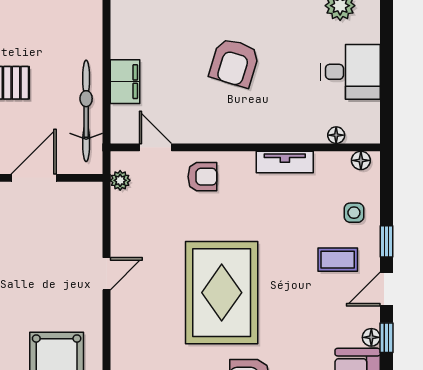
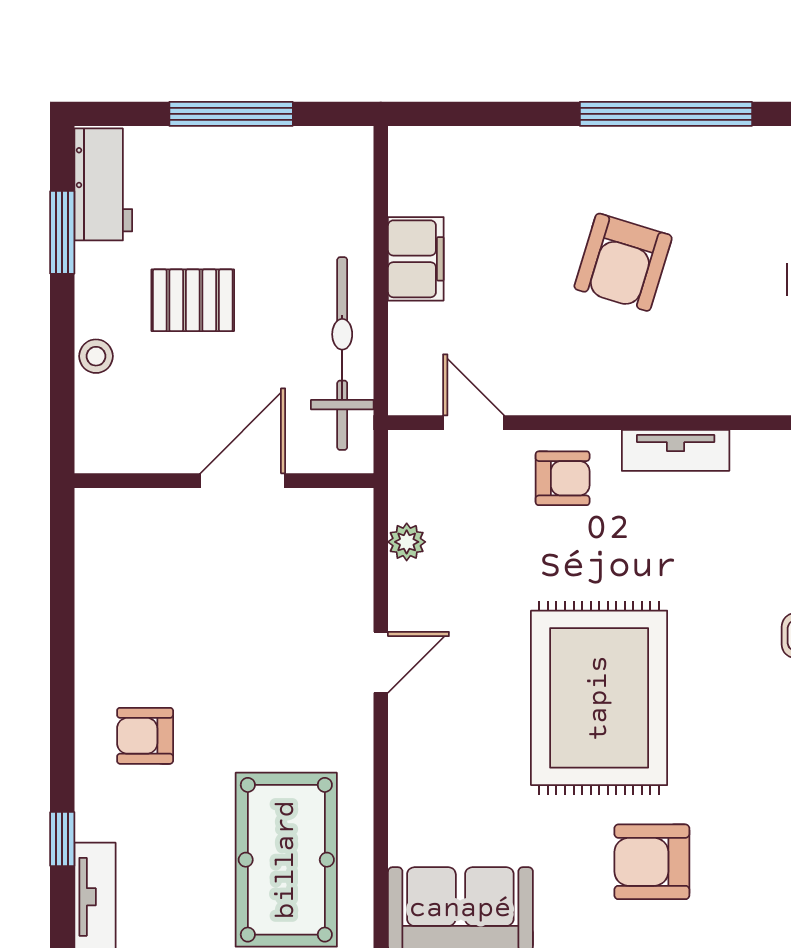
filing cabinet: (125, 82) -> (416, 259), moved
tv unit: (285, 162) -> (676, 450), moved
plant: (120, 180) -> (407, 542), moved

